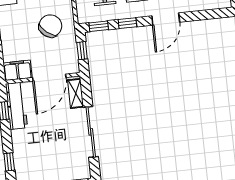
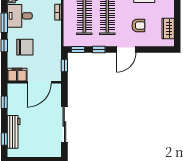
chair: (50, 26) -> (25, 47), moved, turned 51
shelving: (76, 93) -> (57, 96), removed
workbench: (16, 106) -> (14, 132), moved

